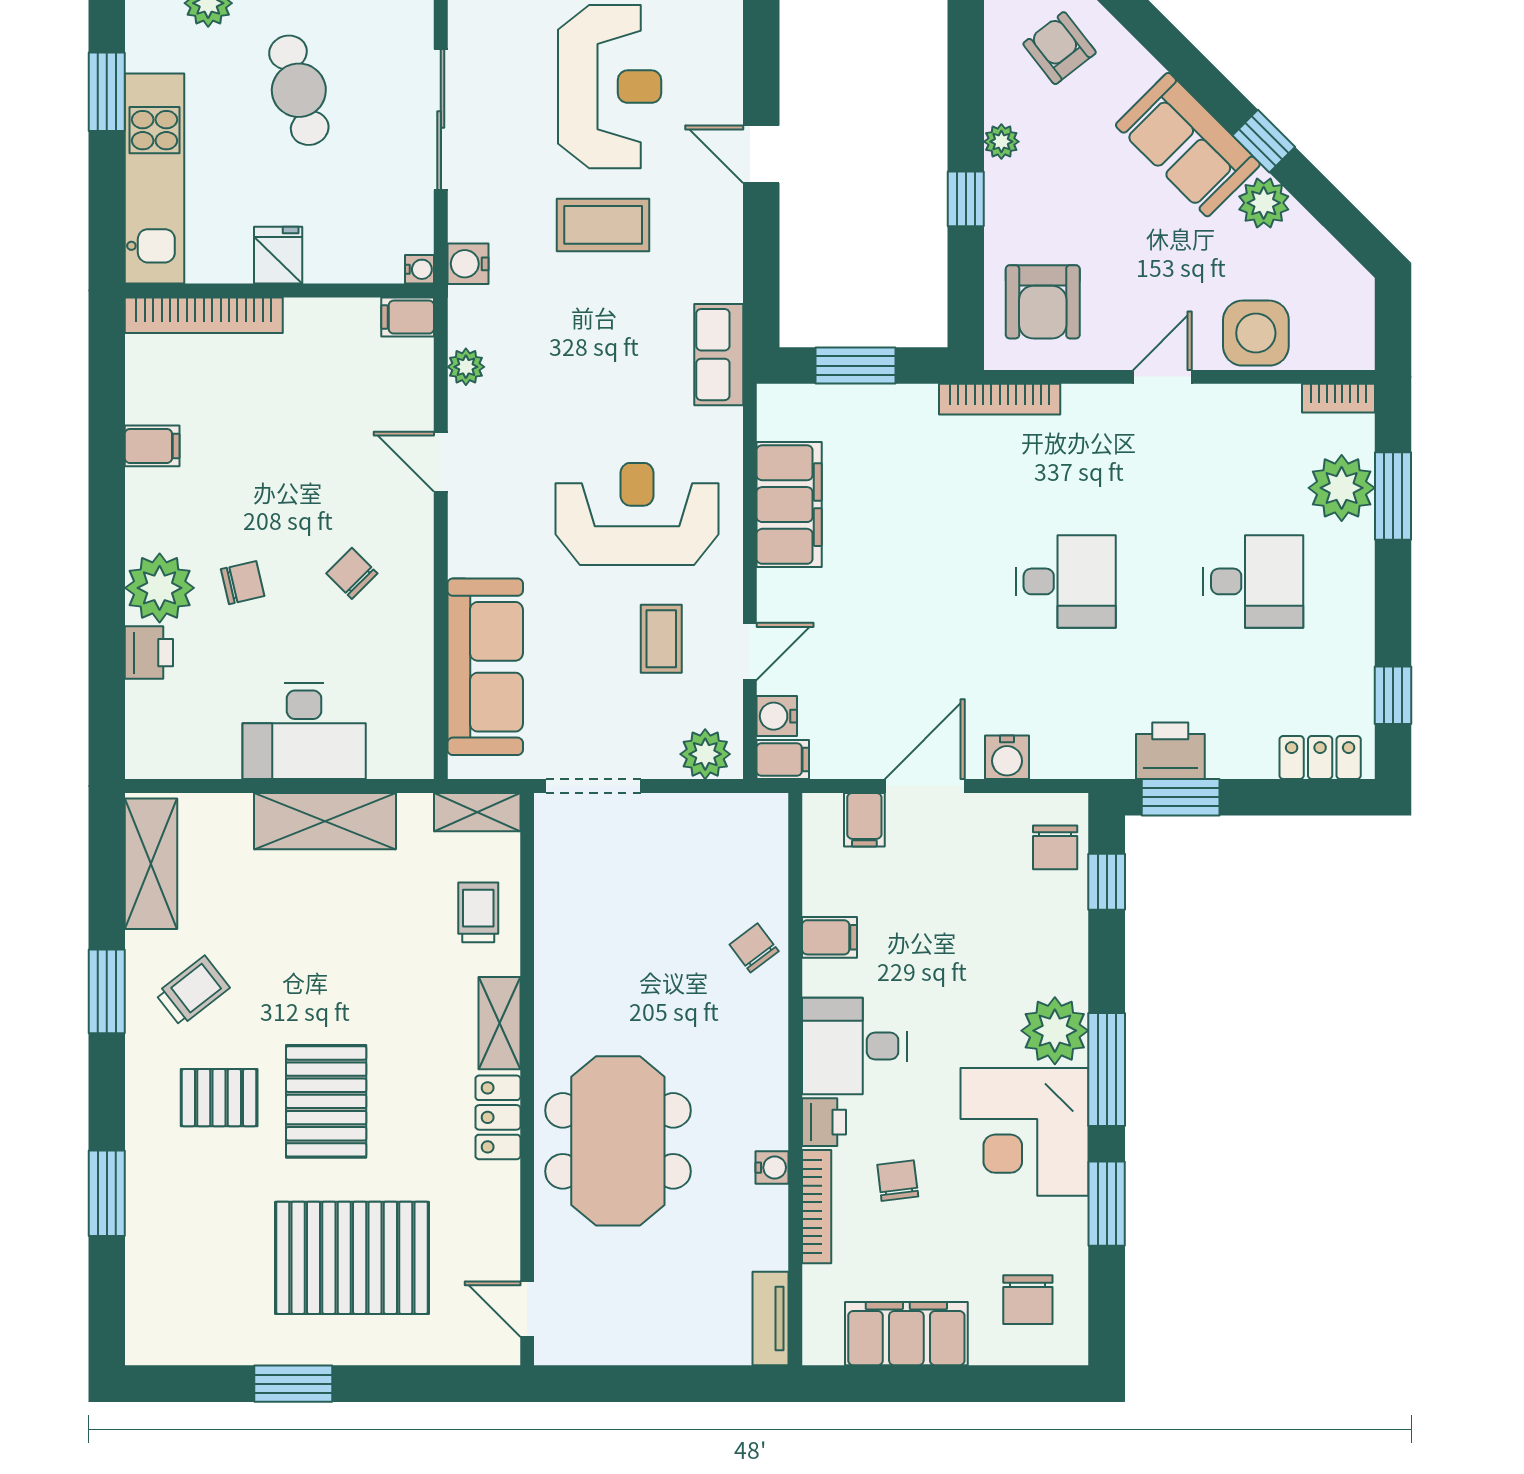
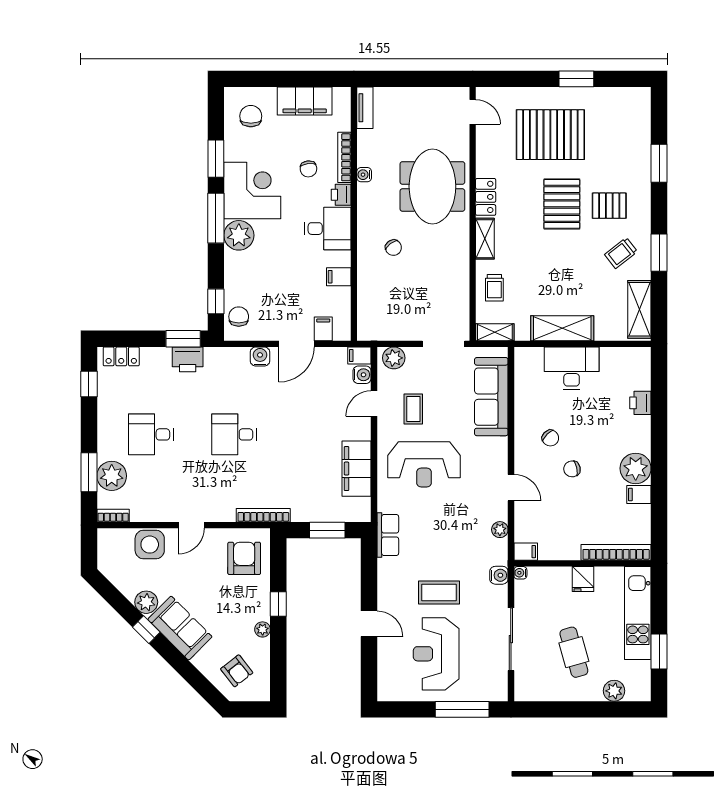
chair: (243, 583) -> (572, 469), moved
plant: (160, 588) -> (636, 468), moved
chair: (754, 948) -> (393, 248), moved

